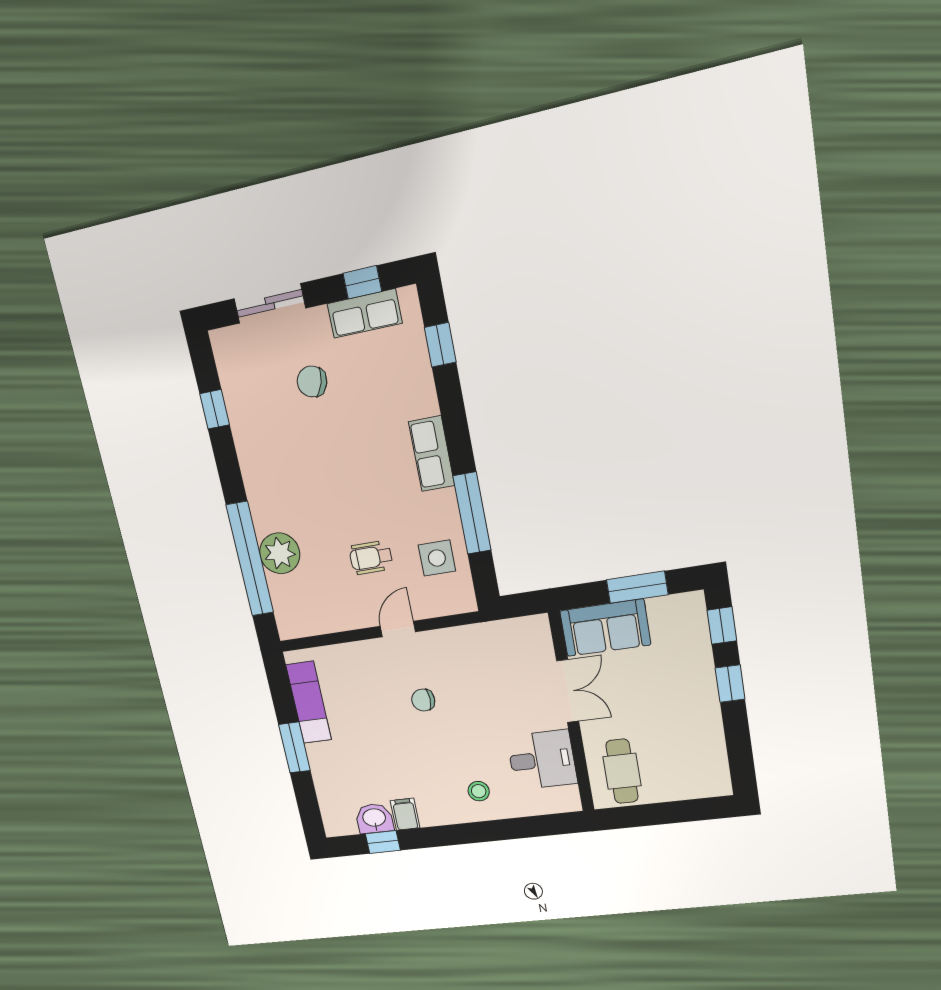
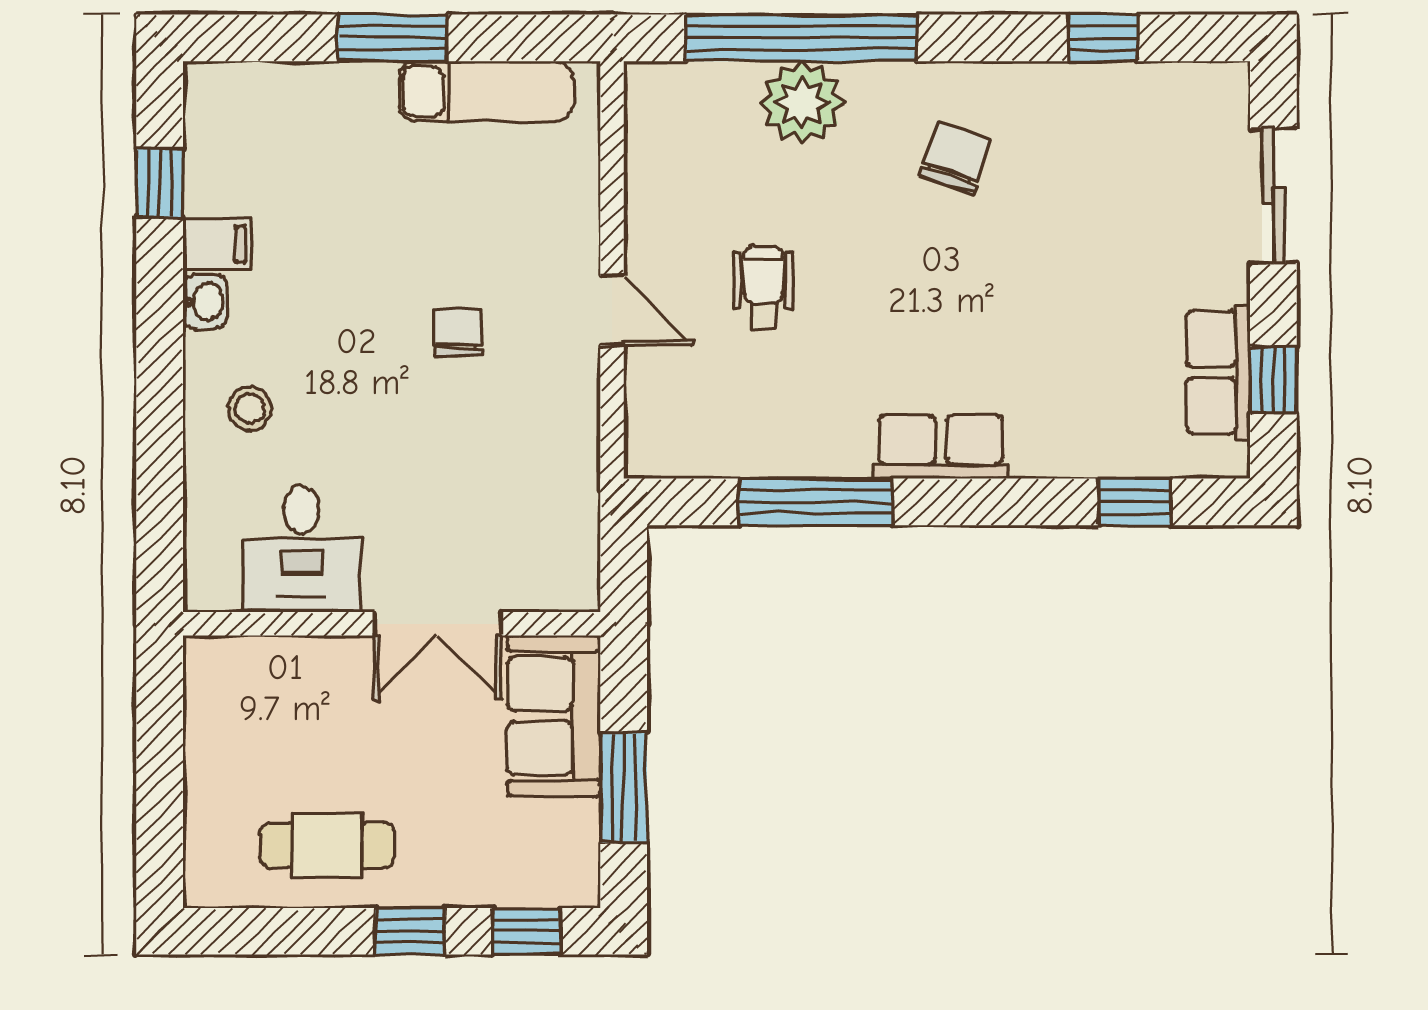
chair: (312, 382) -> (955, 157), moved
side table: (437, 558) -> (741, 417), removed
cafe table: (622, 771) -> (327, 845), moved
washbasin: (374, 818) -> (205, 302), moved, width x0.72, depth x0.69

